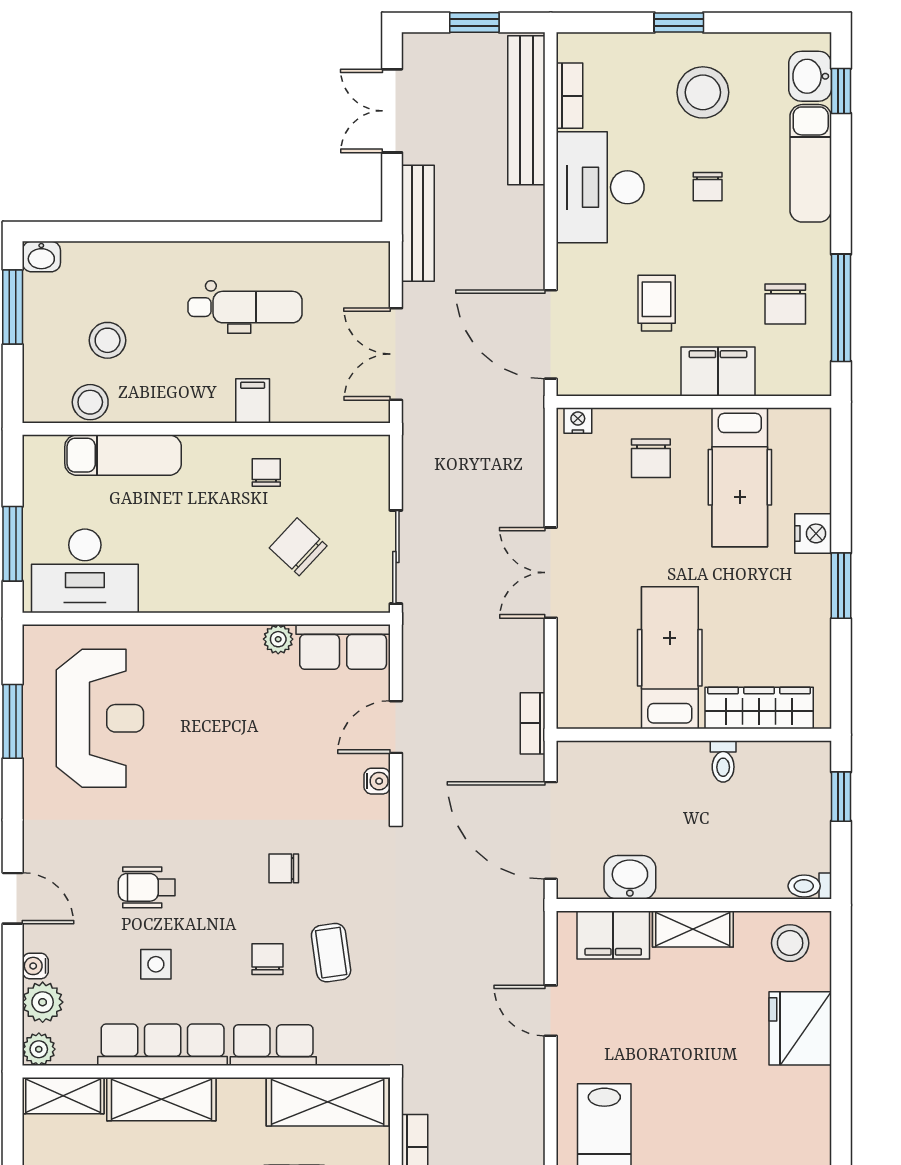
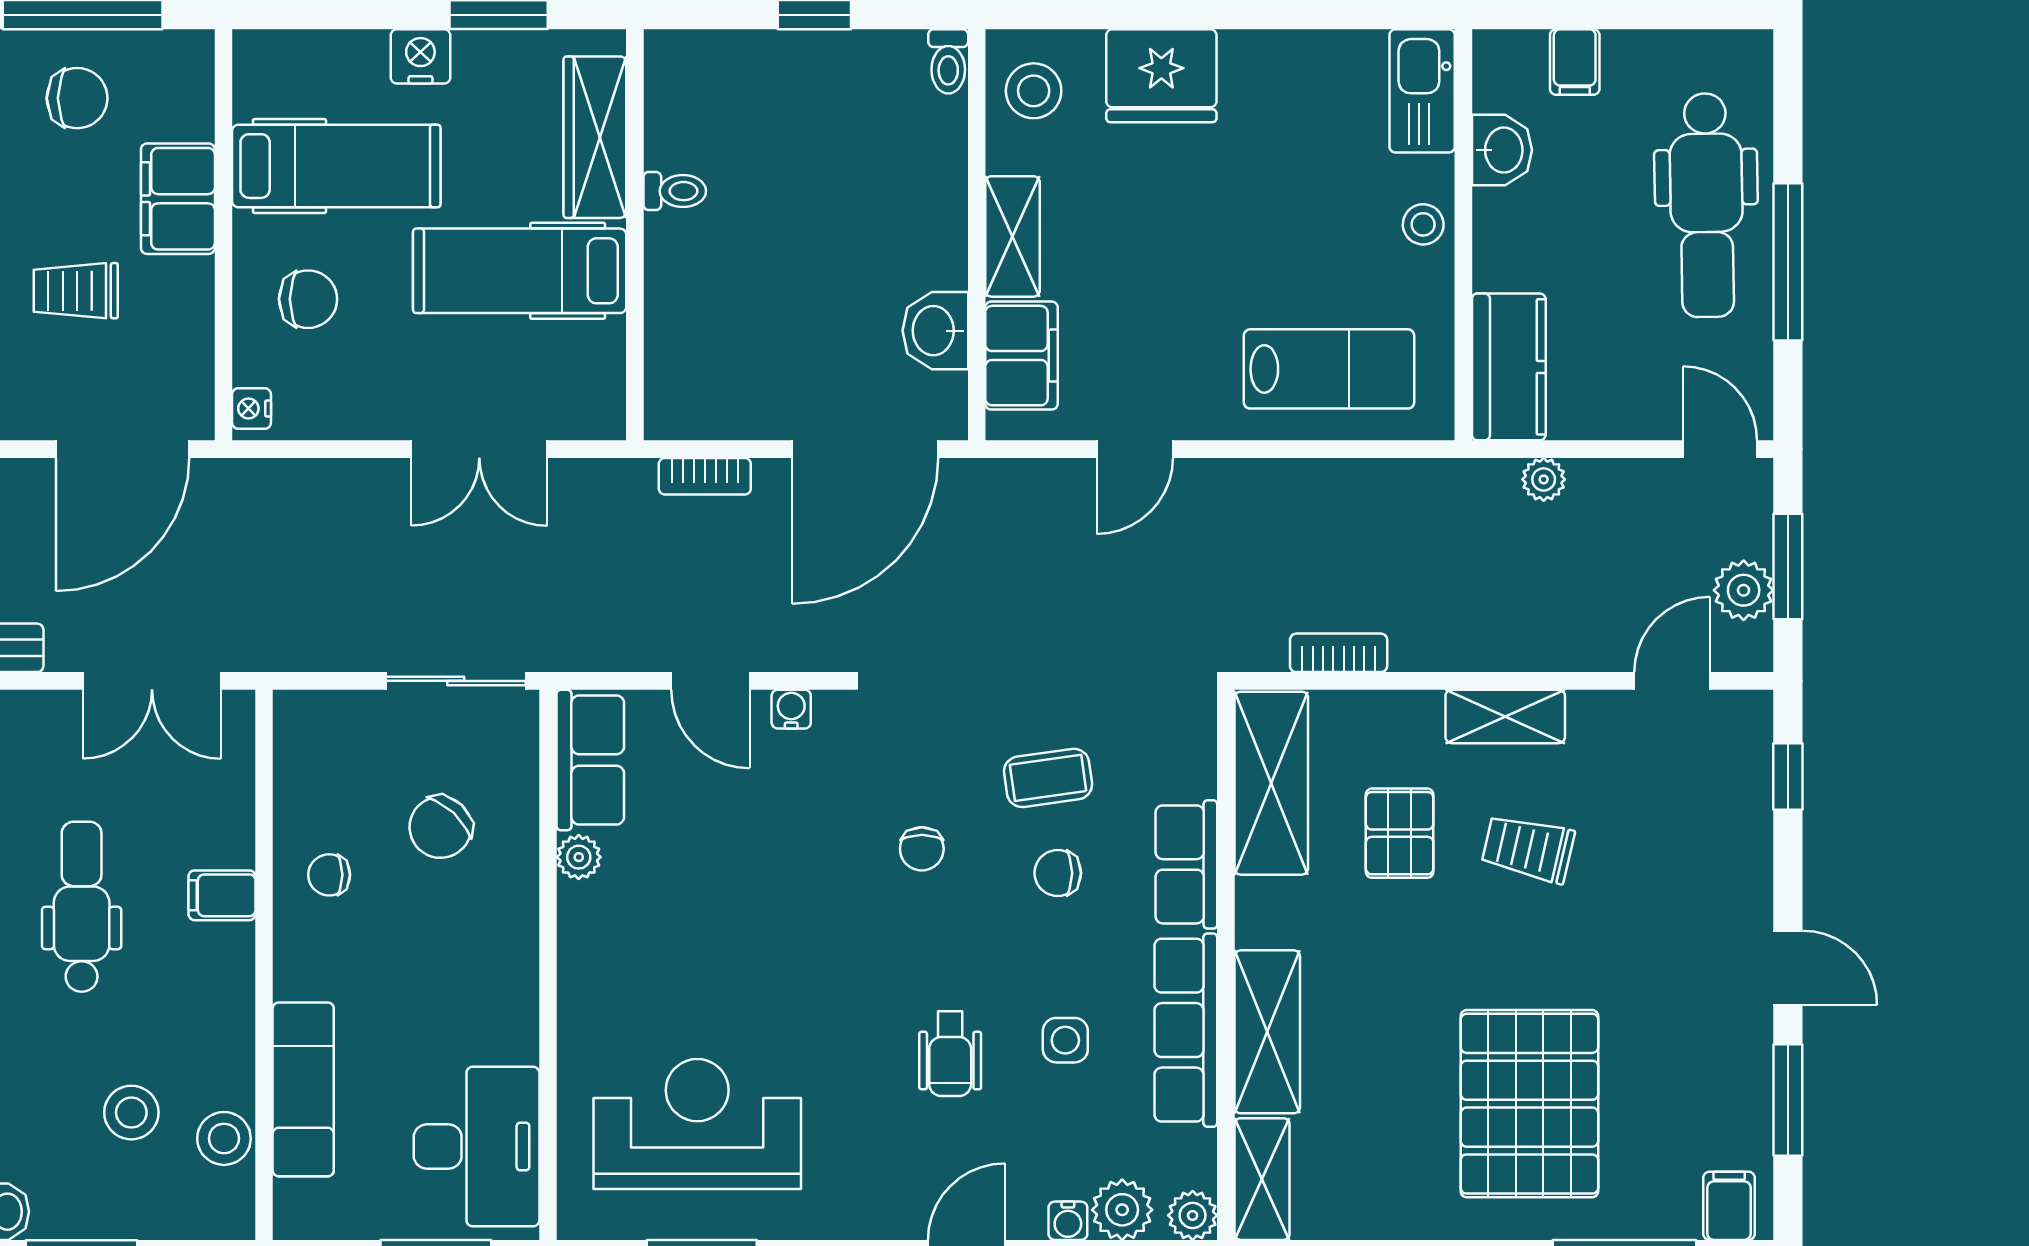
hospital bed: (670, 658) -> (520, 271), moved
wardrobe: (759, 708) -> (595, 137), moved
wall: (694, 735) -> (635, 235), moved
toilet: (723, 761) -> (675, 191), moved

